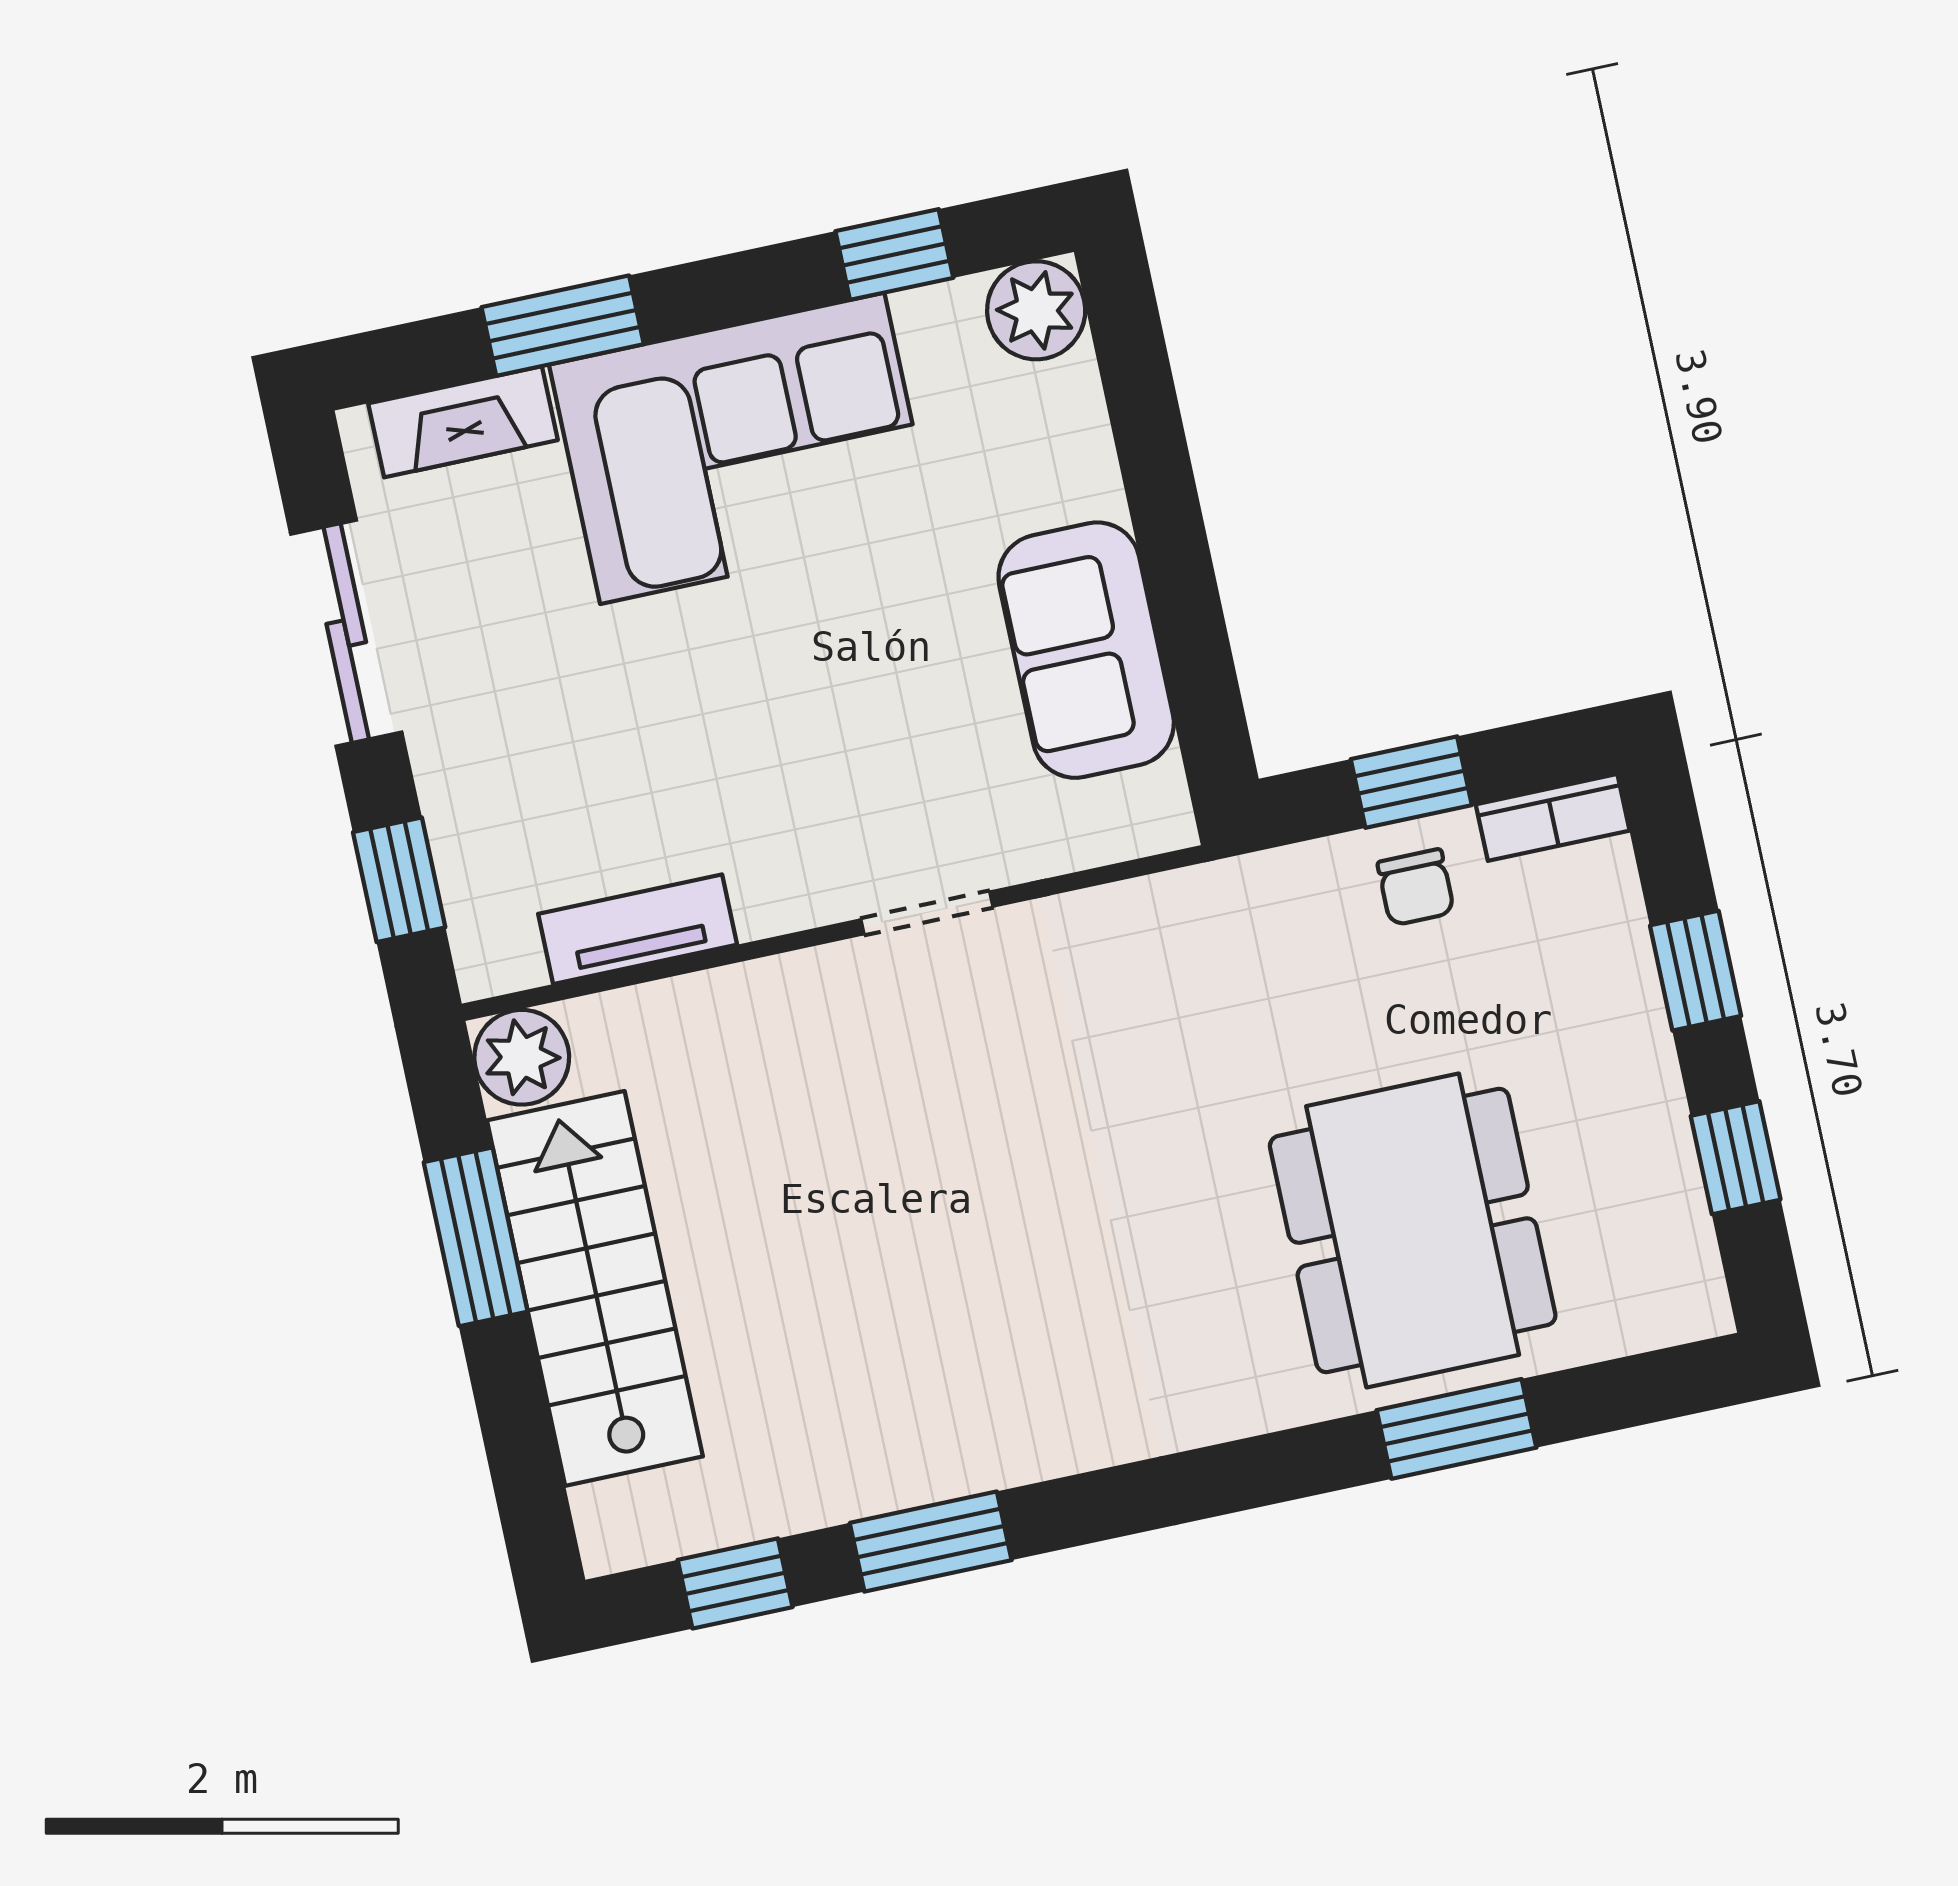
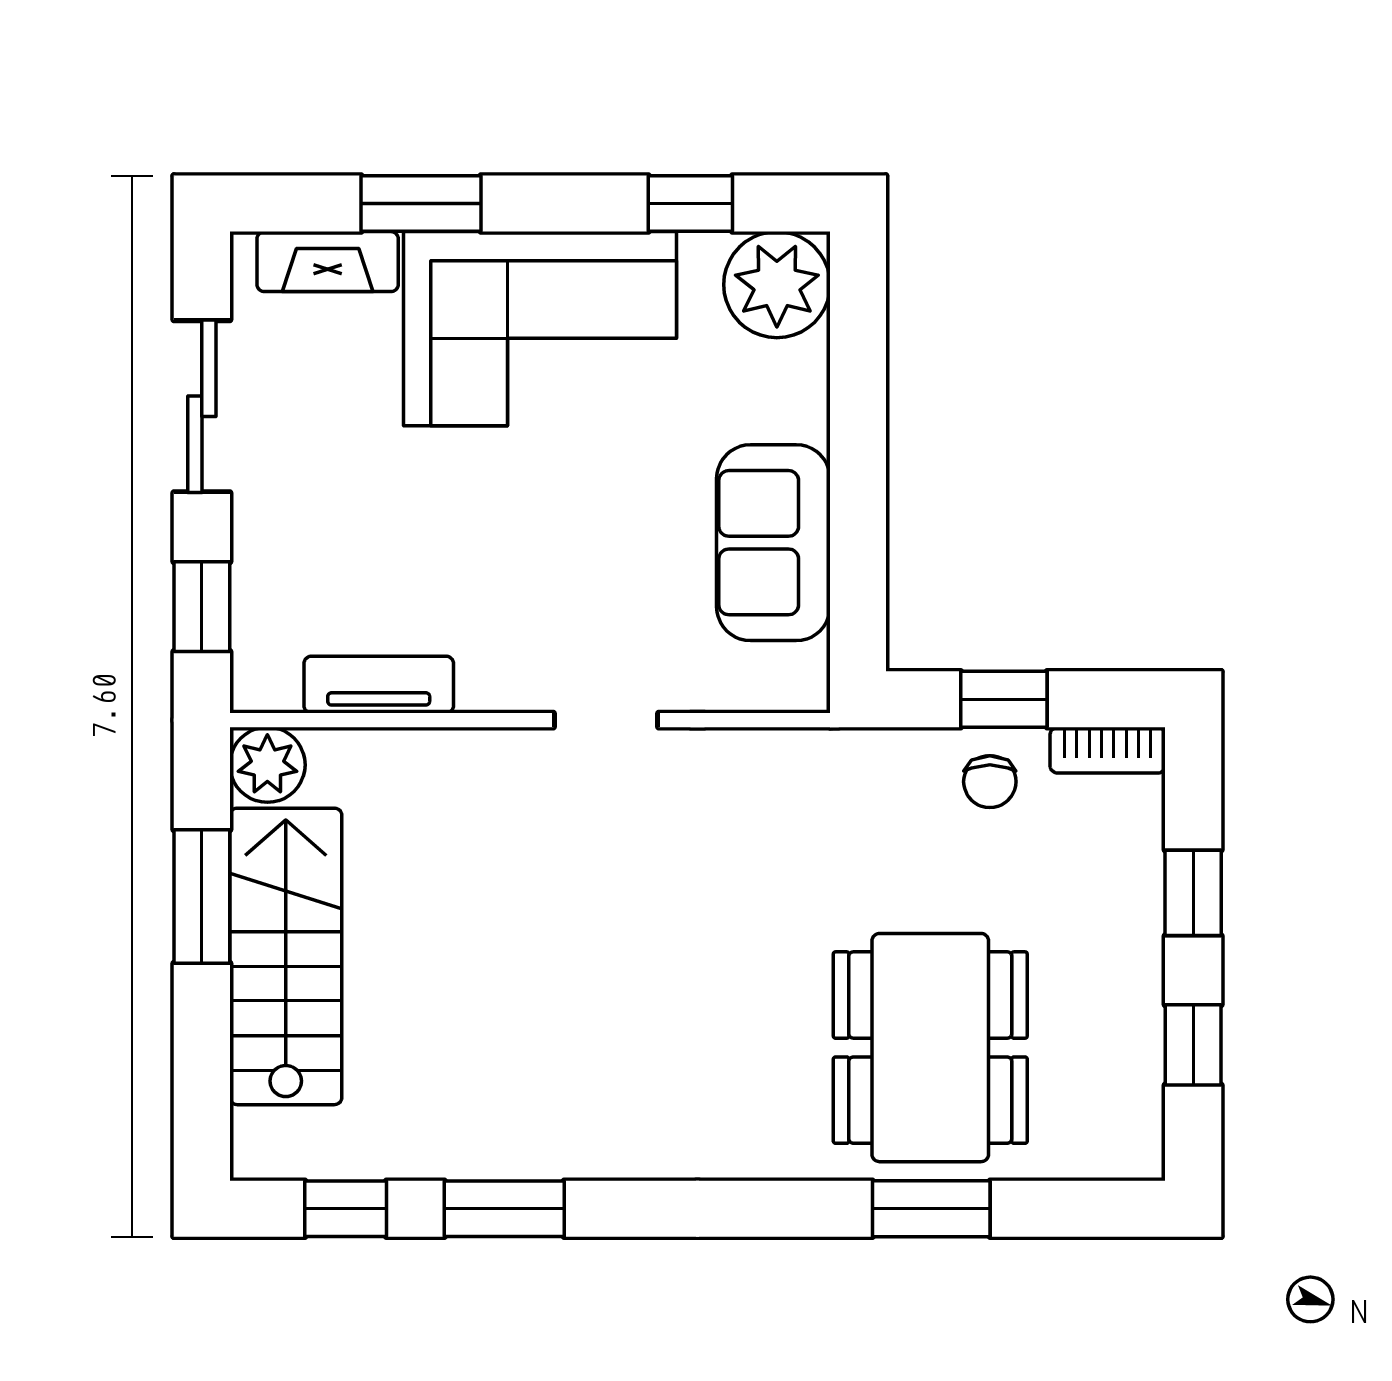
plant: (1036, 310) -> (777, 285), width x1.36, depth x1.36

